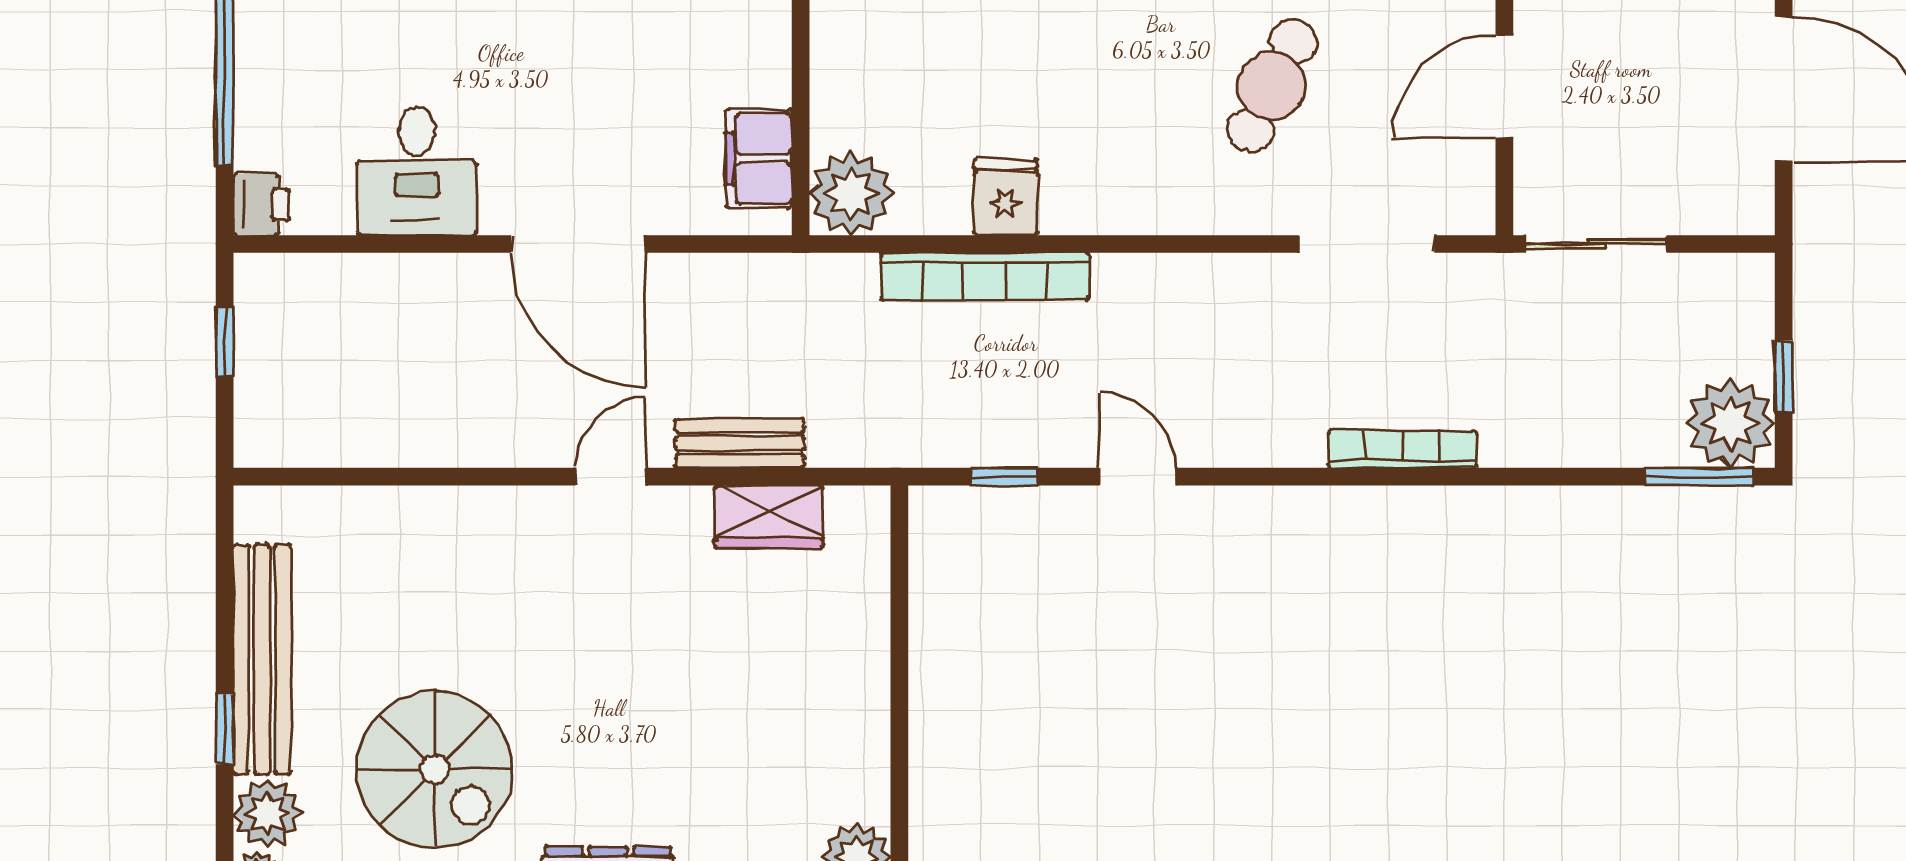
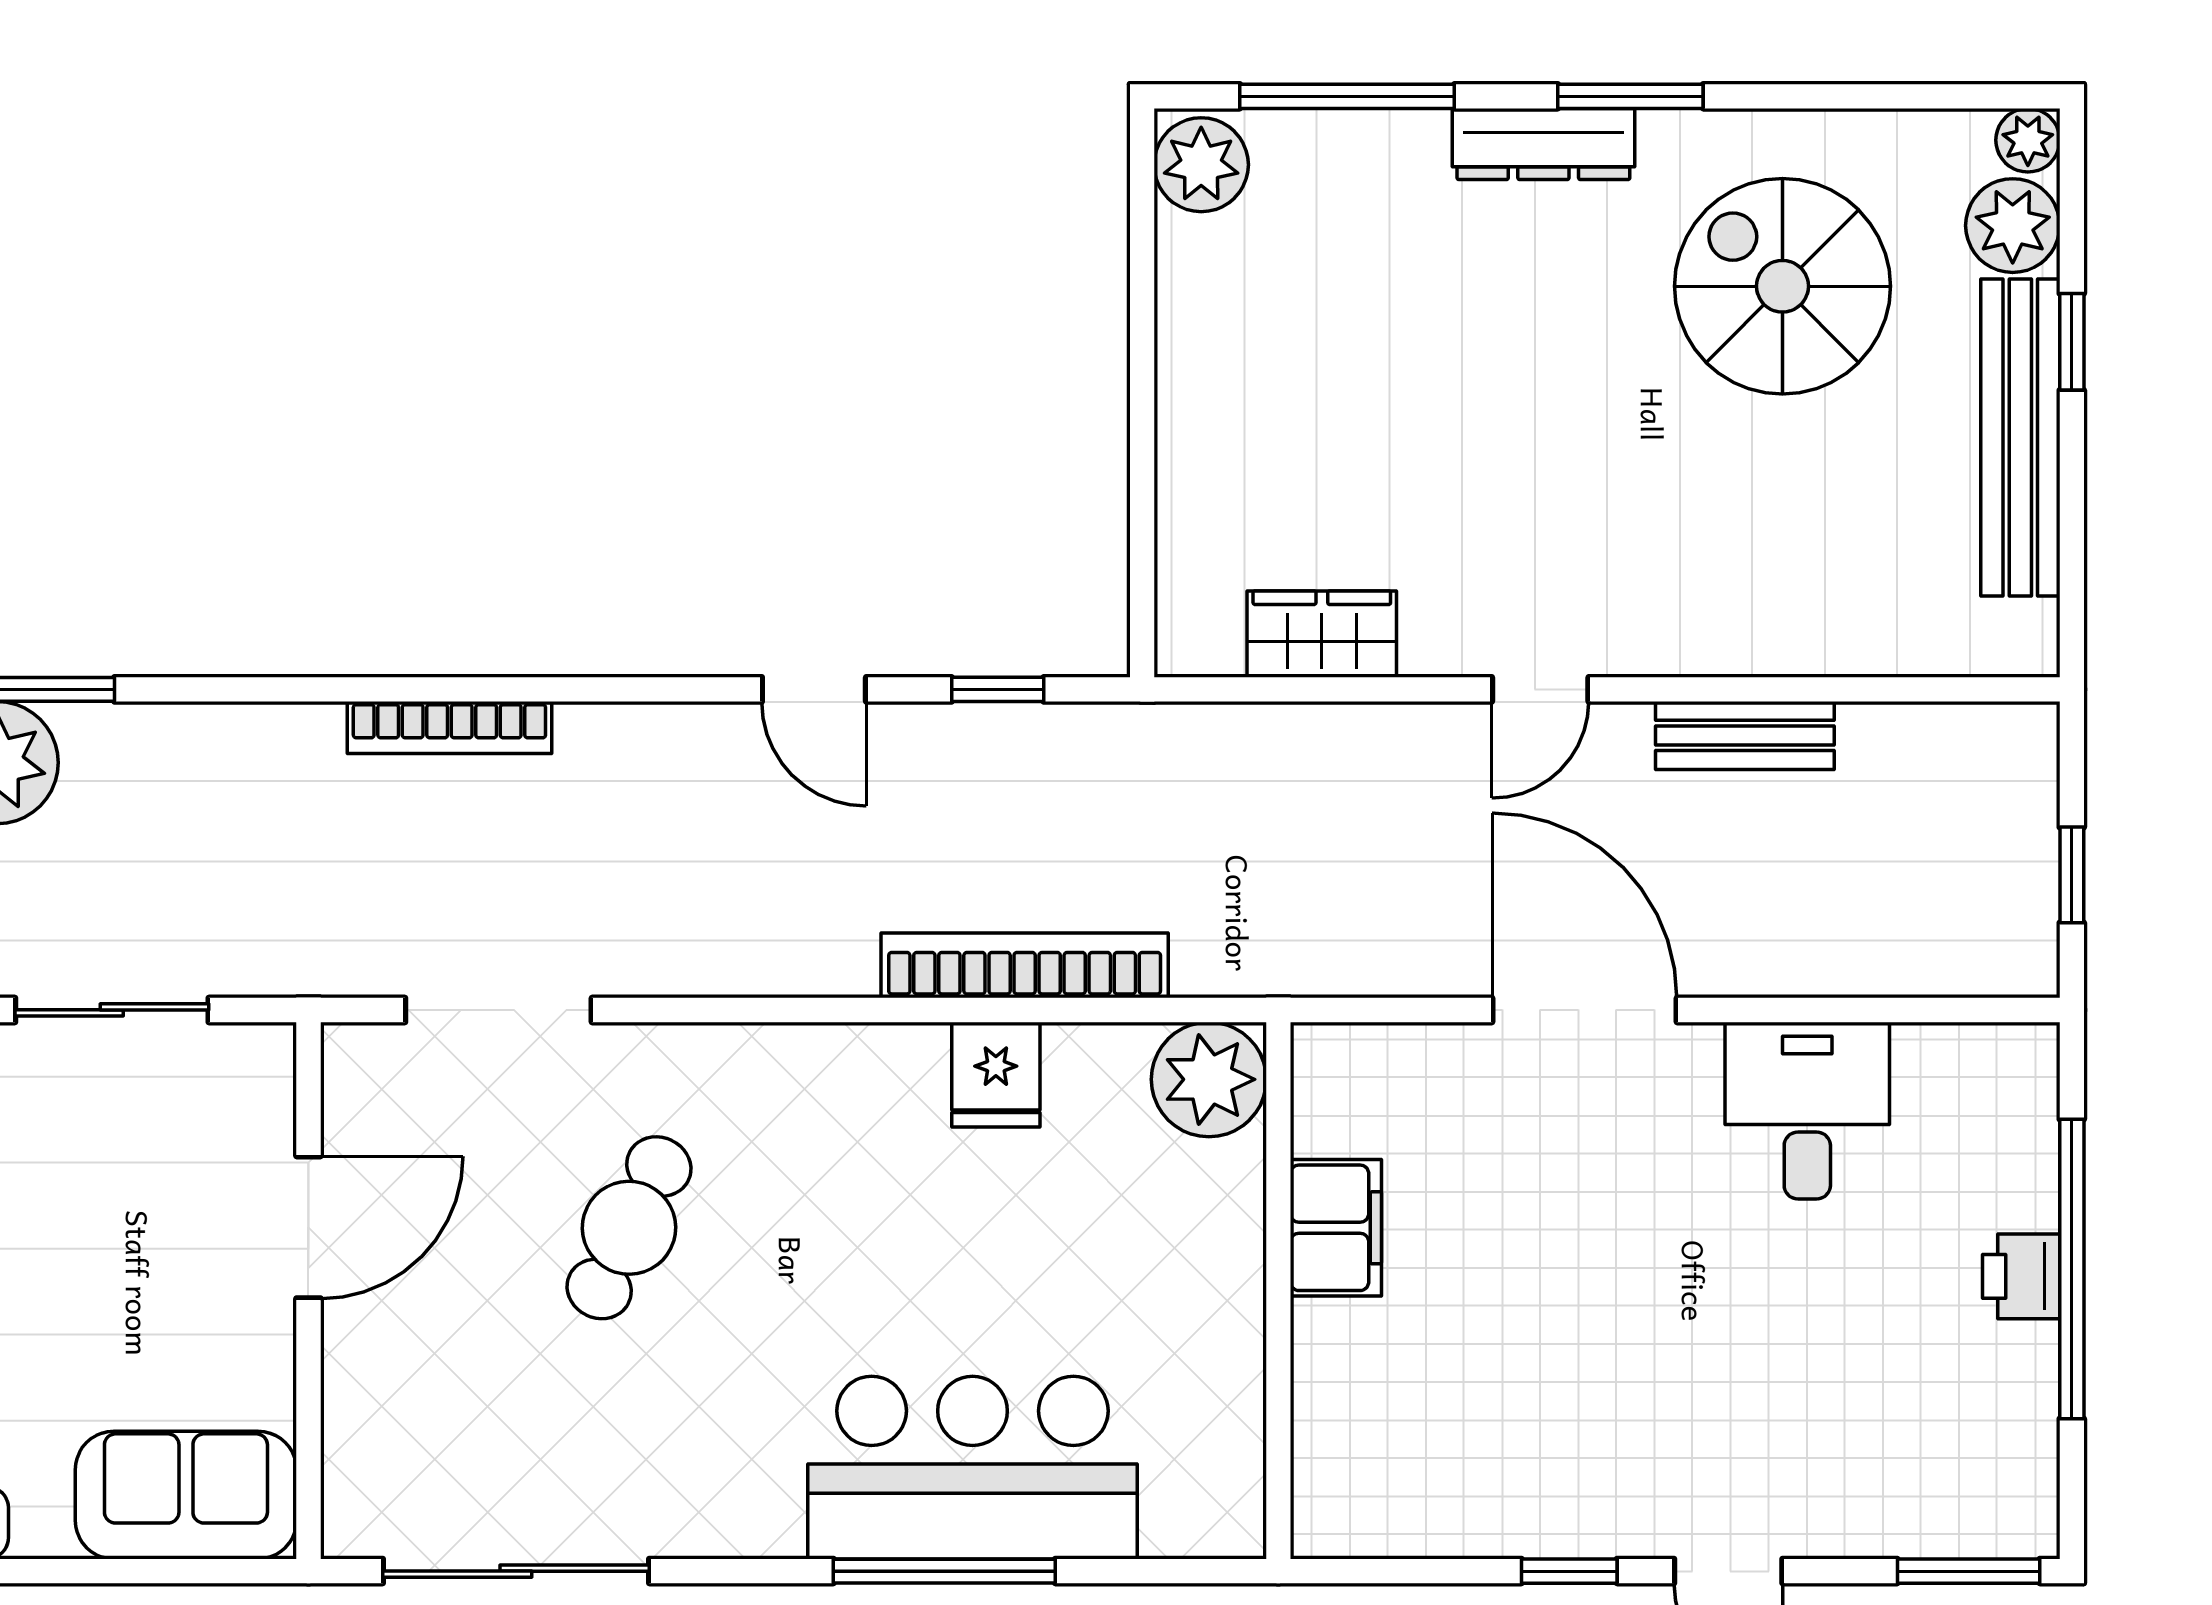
filing cabinet: (759, 159) -> (1336, 1228), moved
printer: (261, 204) -> (2021, 1276), moved
sliding door: (1596, 244) -> (112, 1010), moved
bench: (740, 443) -> (1745, 735), moved

